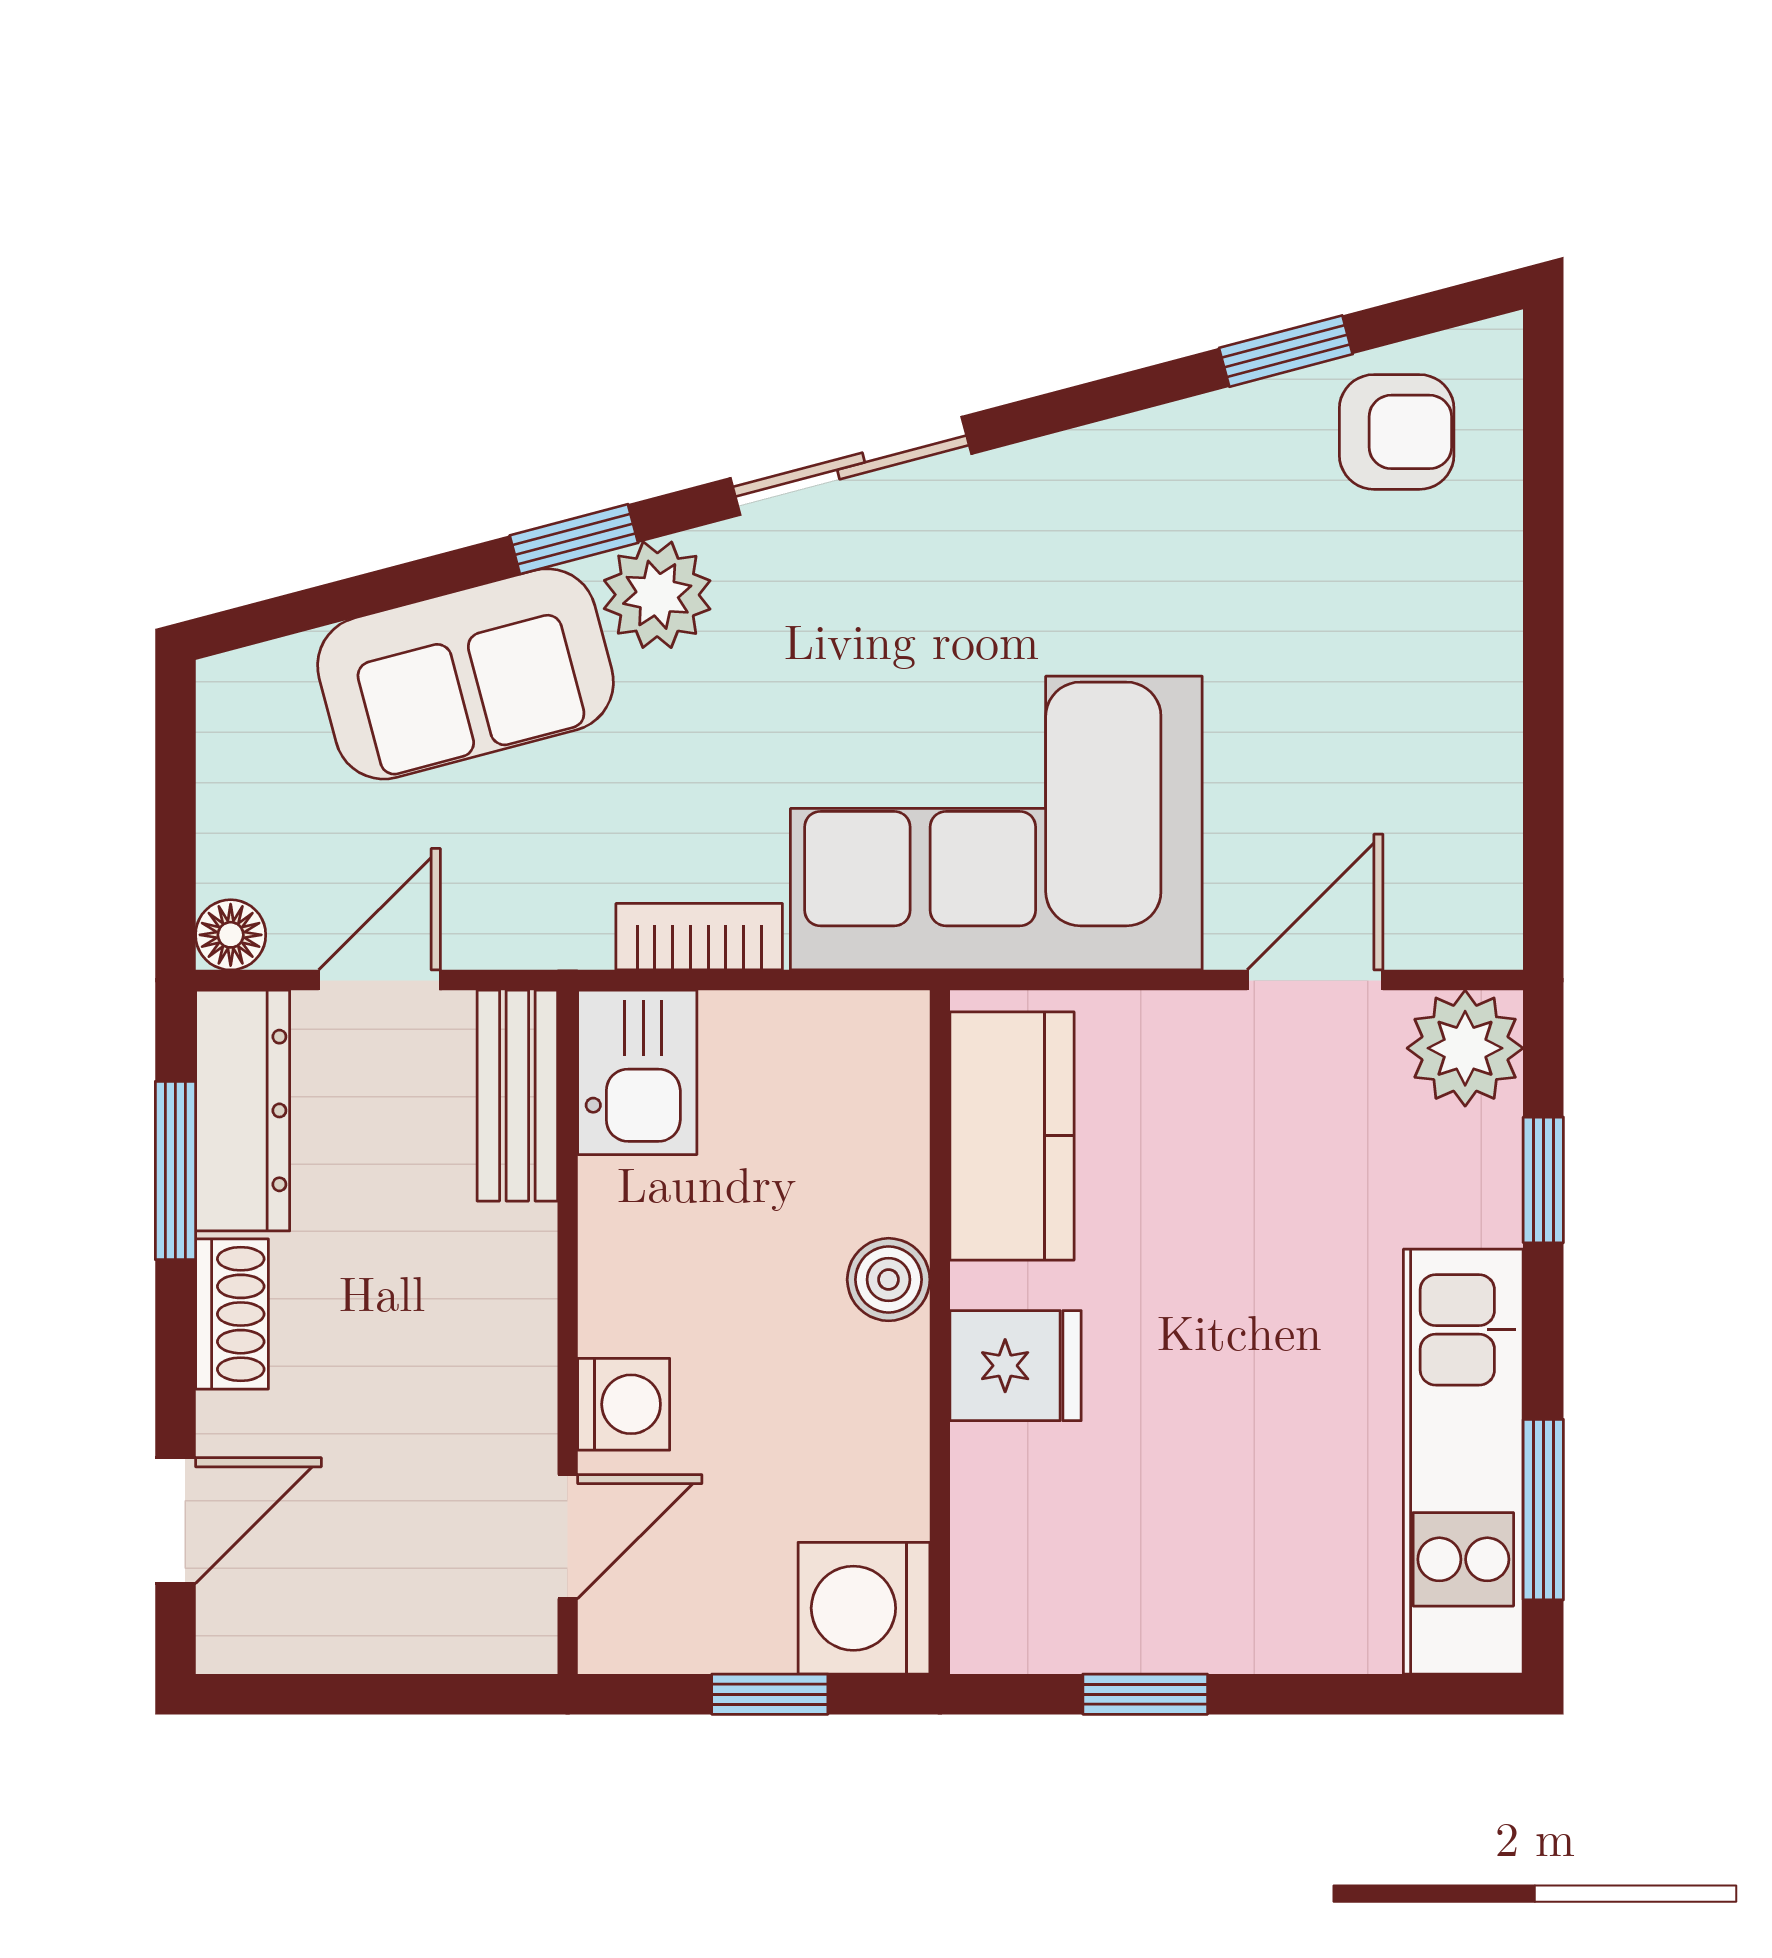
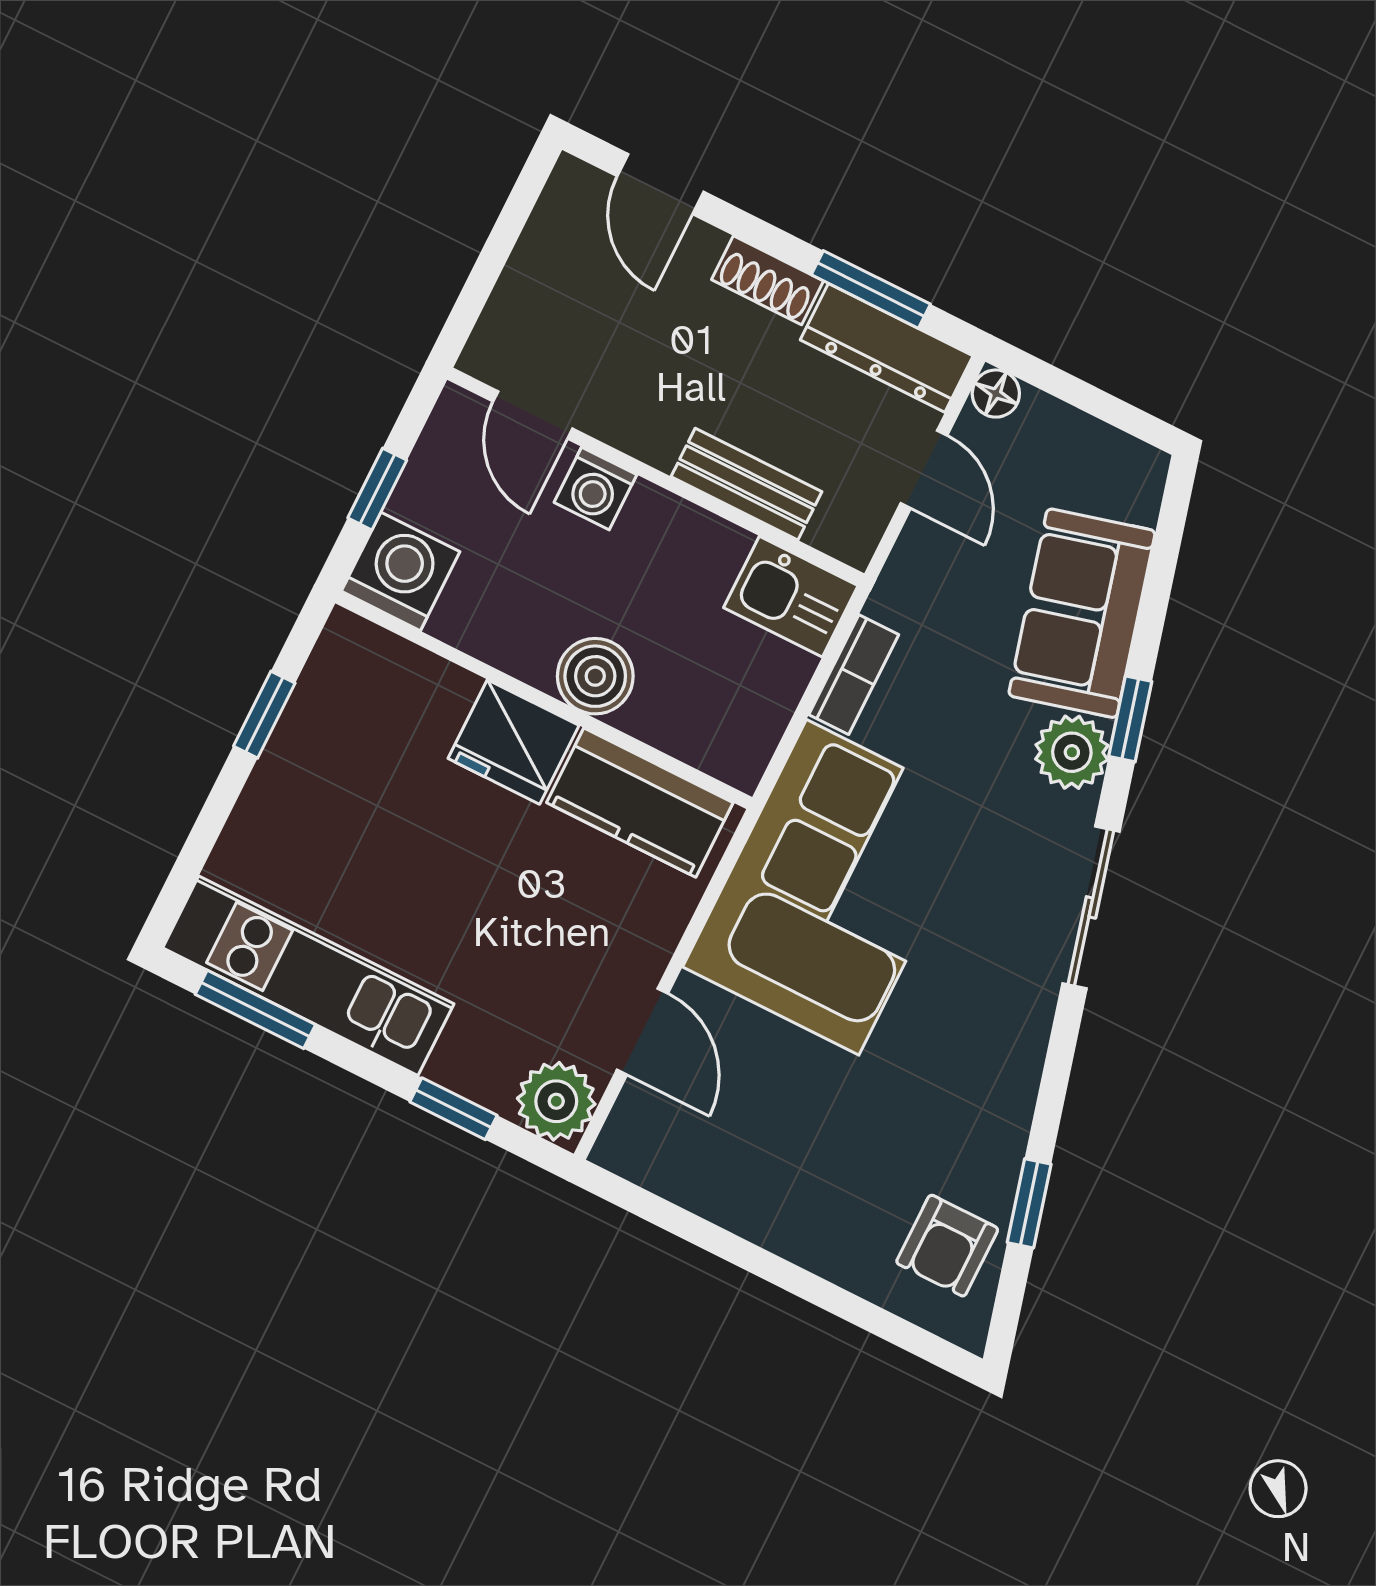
bench: (517, 1096) -> (746, 484), moved
boiler: (889, 1280) -> (595, 676), width x1.36, depth x1.36
fridge: (1016, 1366) -> (513, 742), width x1.38

